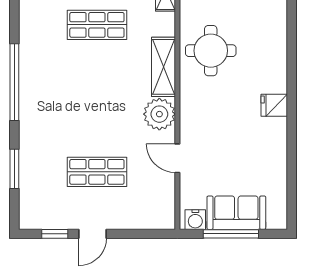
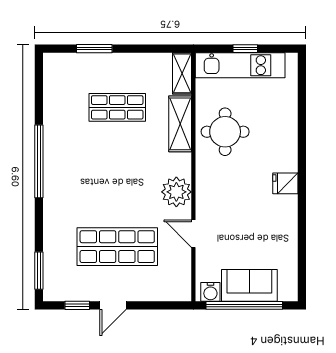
shelving: (163, 67) -> (180, 124), moved
window: (14, 169) -> (39, 271), moved
shop shelf: (97, 172) -> (117, 247), width x1.43, depth x1.36
window: (231, 234) -> (244, 305), width x1.46

